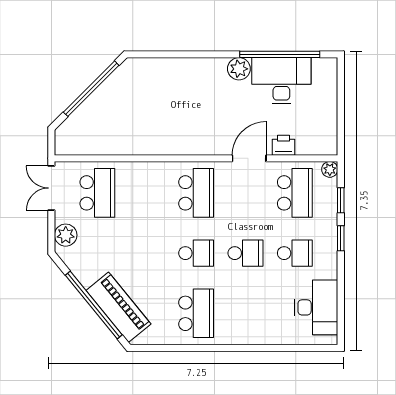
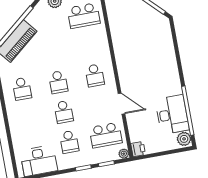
plant: (239, 69) -> (184, 139), moved
printer: (283, 145) -> (138, 149), moved
school desk: (196, 193) -> (95, 75), width x0.54
school desk: (196, 313) -> (22, 89), width x0.54

